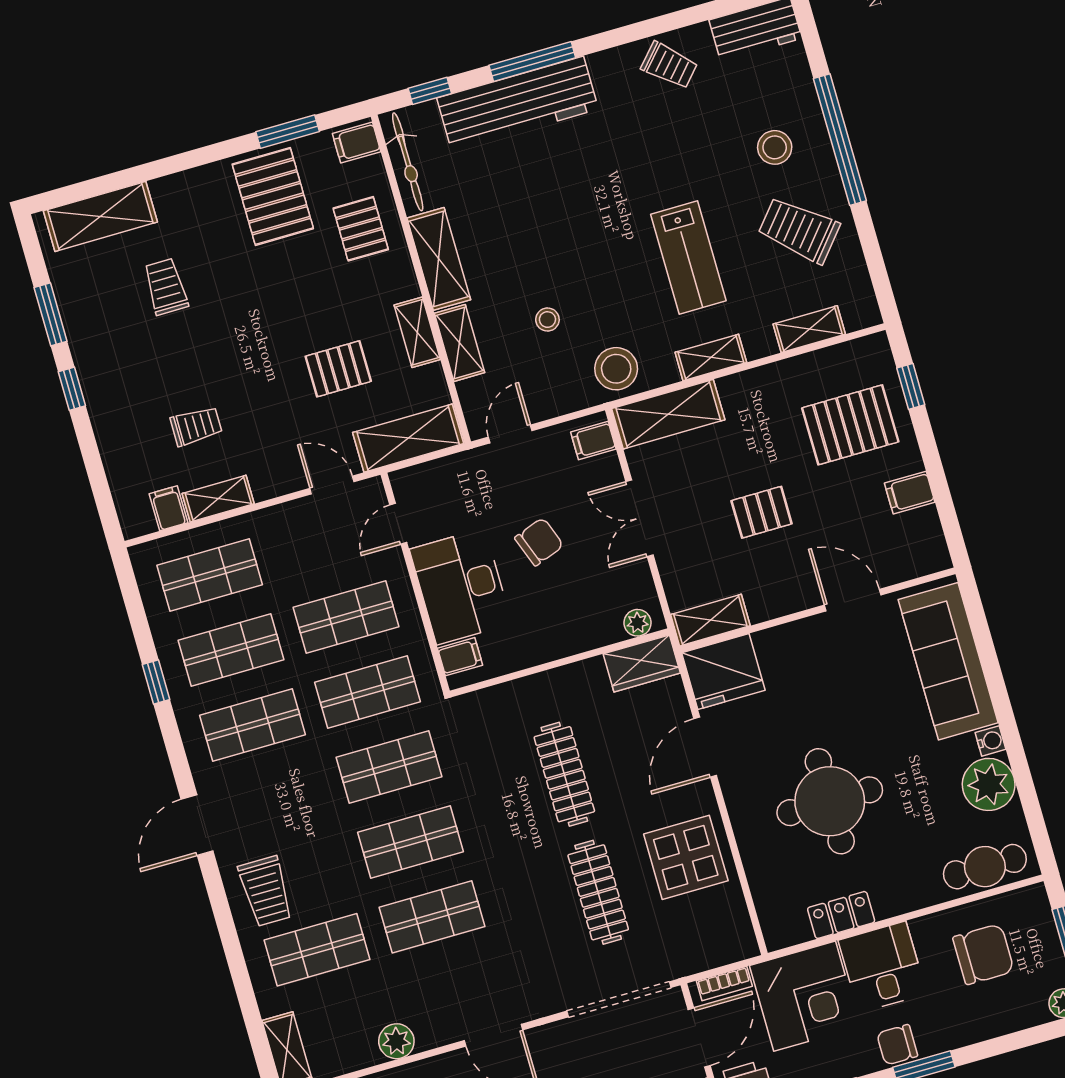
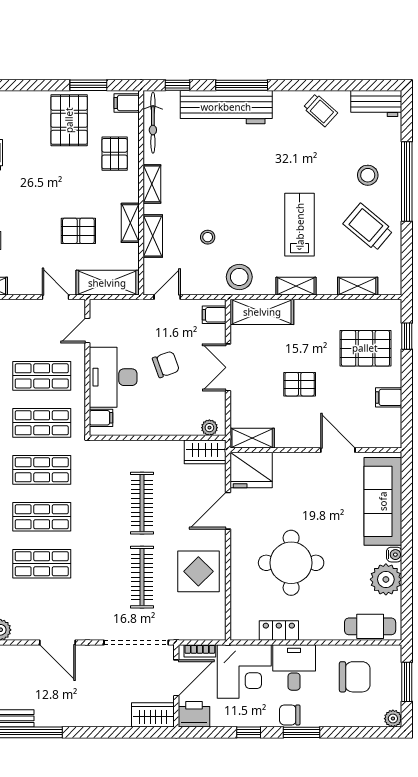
lab bench: (688, 258) -> (300, 225), turned 180
shelving: (439, 259) -> (152, 184), width x0.67, depth x0.75

